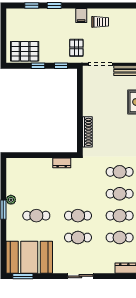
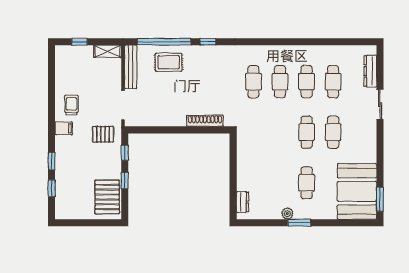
dresser: (62, 163) -> (243, 202), moved
sliding door: (80, 276) -> (380, 104), moved

